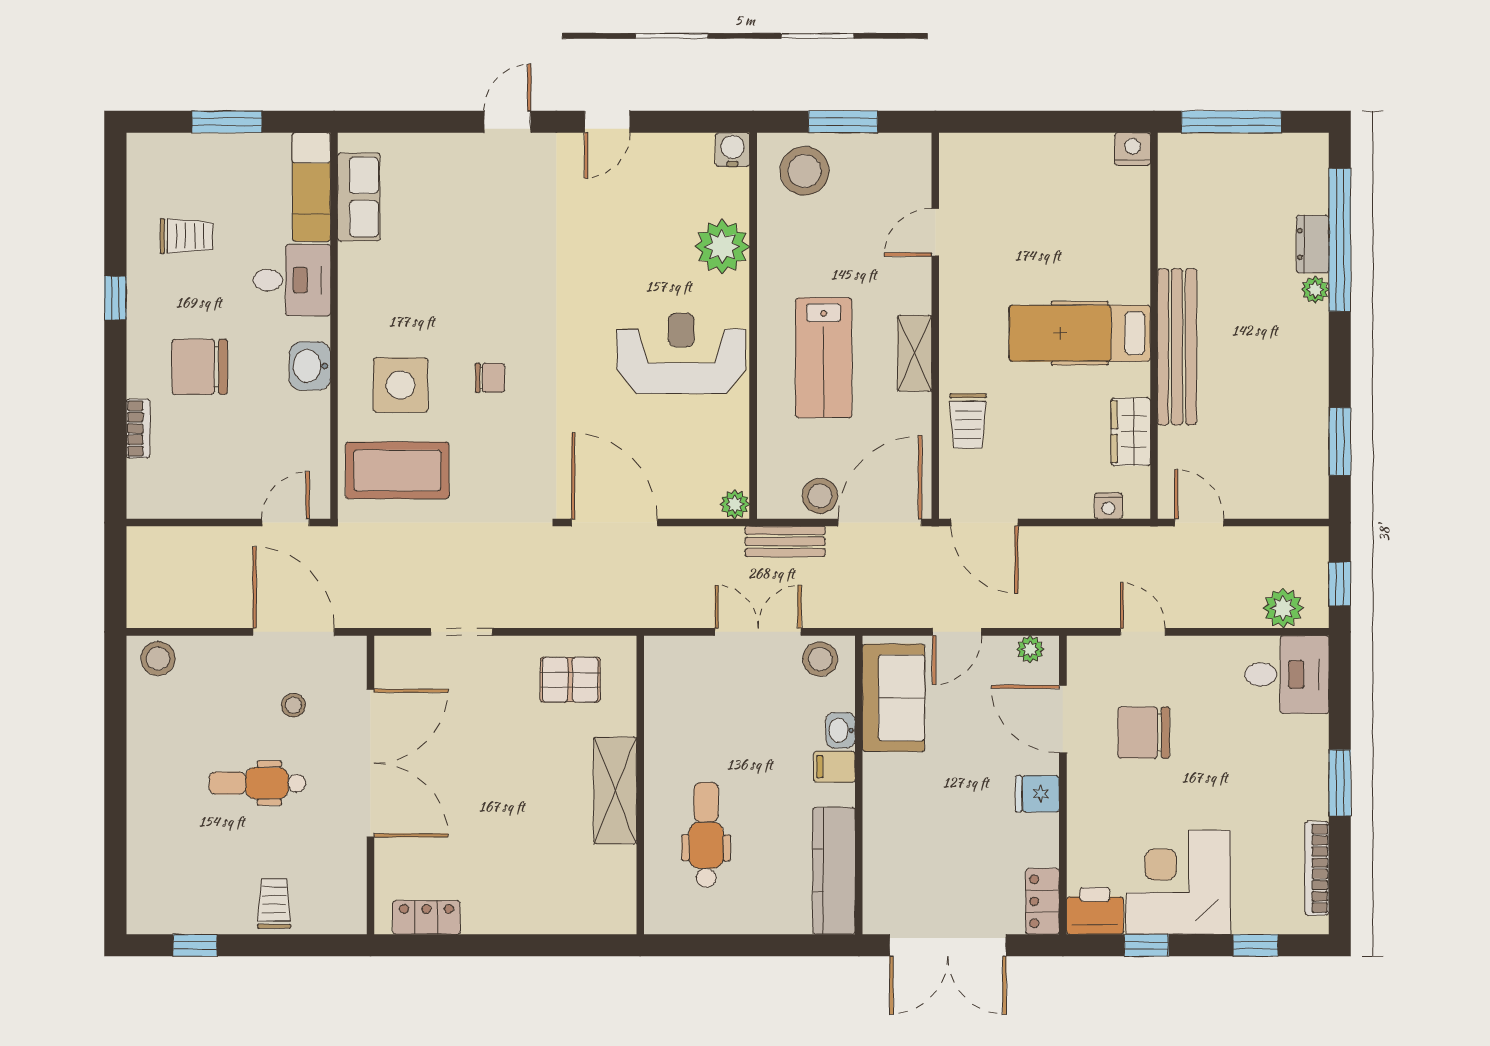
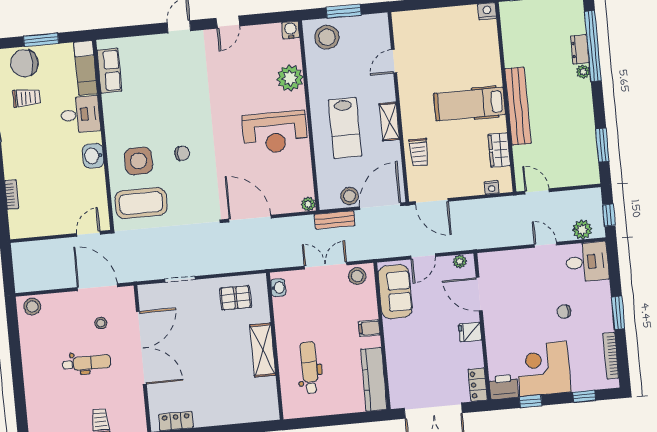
reception desk: (681, 353) -> (275, 132), turned 180
chair: (200, 367) -> (24, 63), moved
door: (1143, 632) -> (545, 245), moved
washbasin: (841, 730) -> (278, 288), moved, turned 180
chair: (1144, 733) -> (564, 312), moved, width x0.54, depth x0.54
dental chair: (257, 783) -> (87, 363), turned 180

